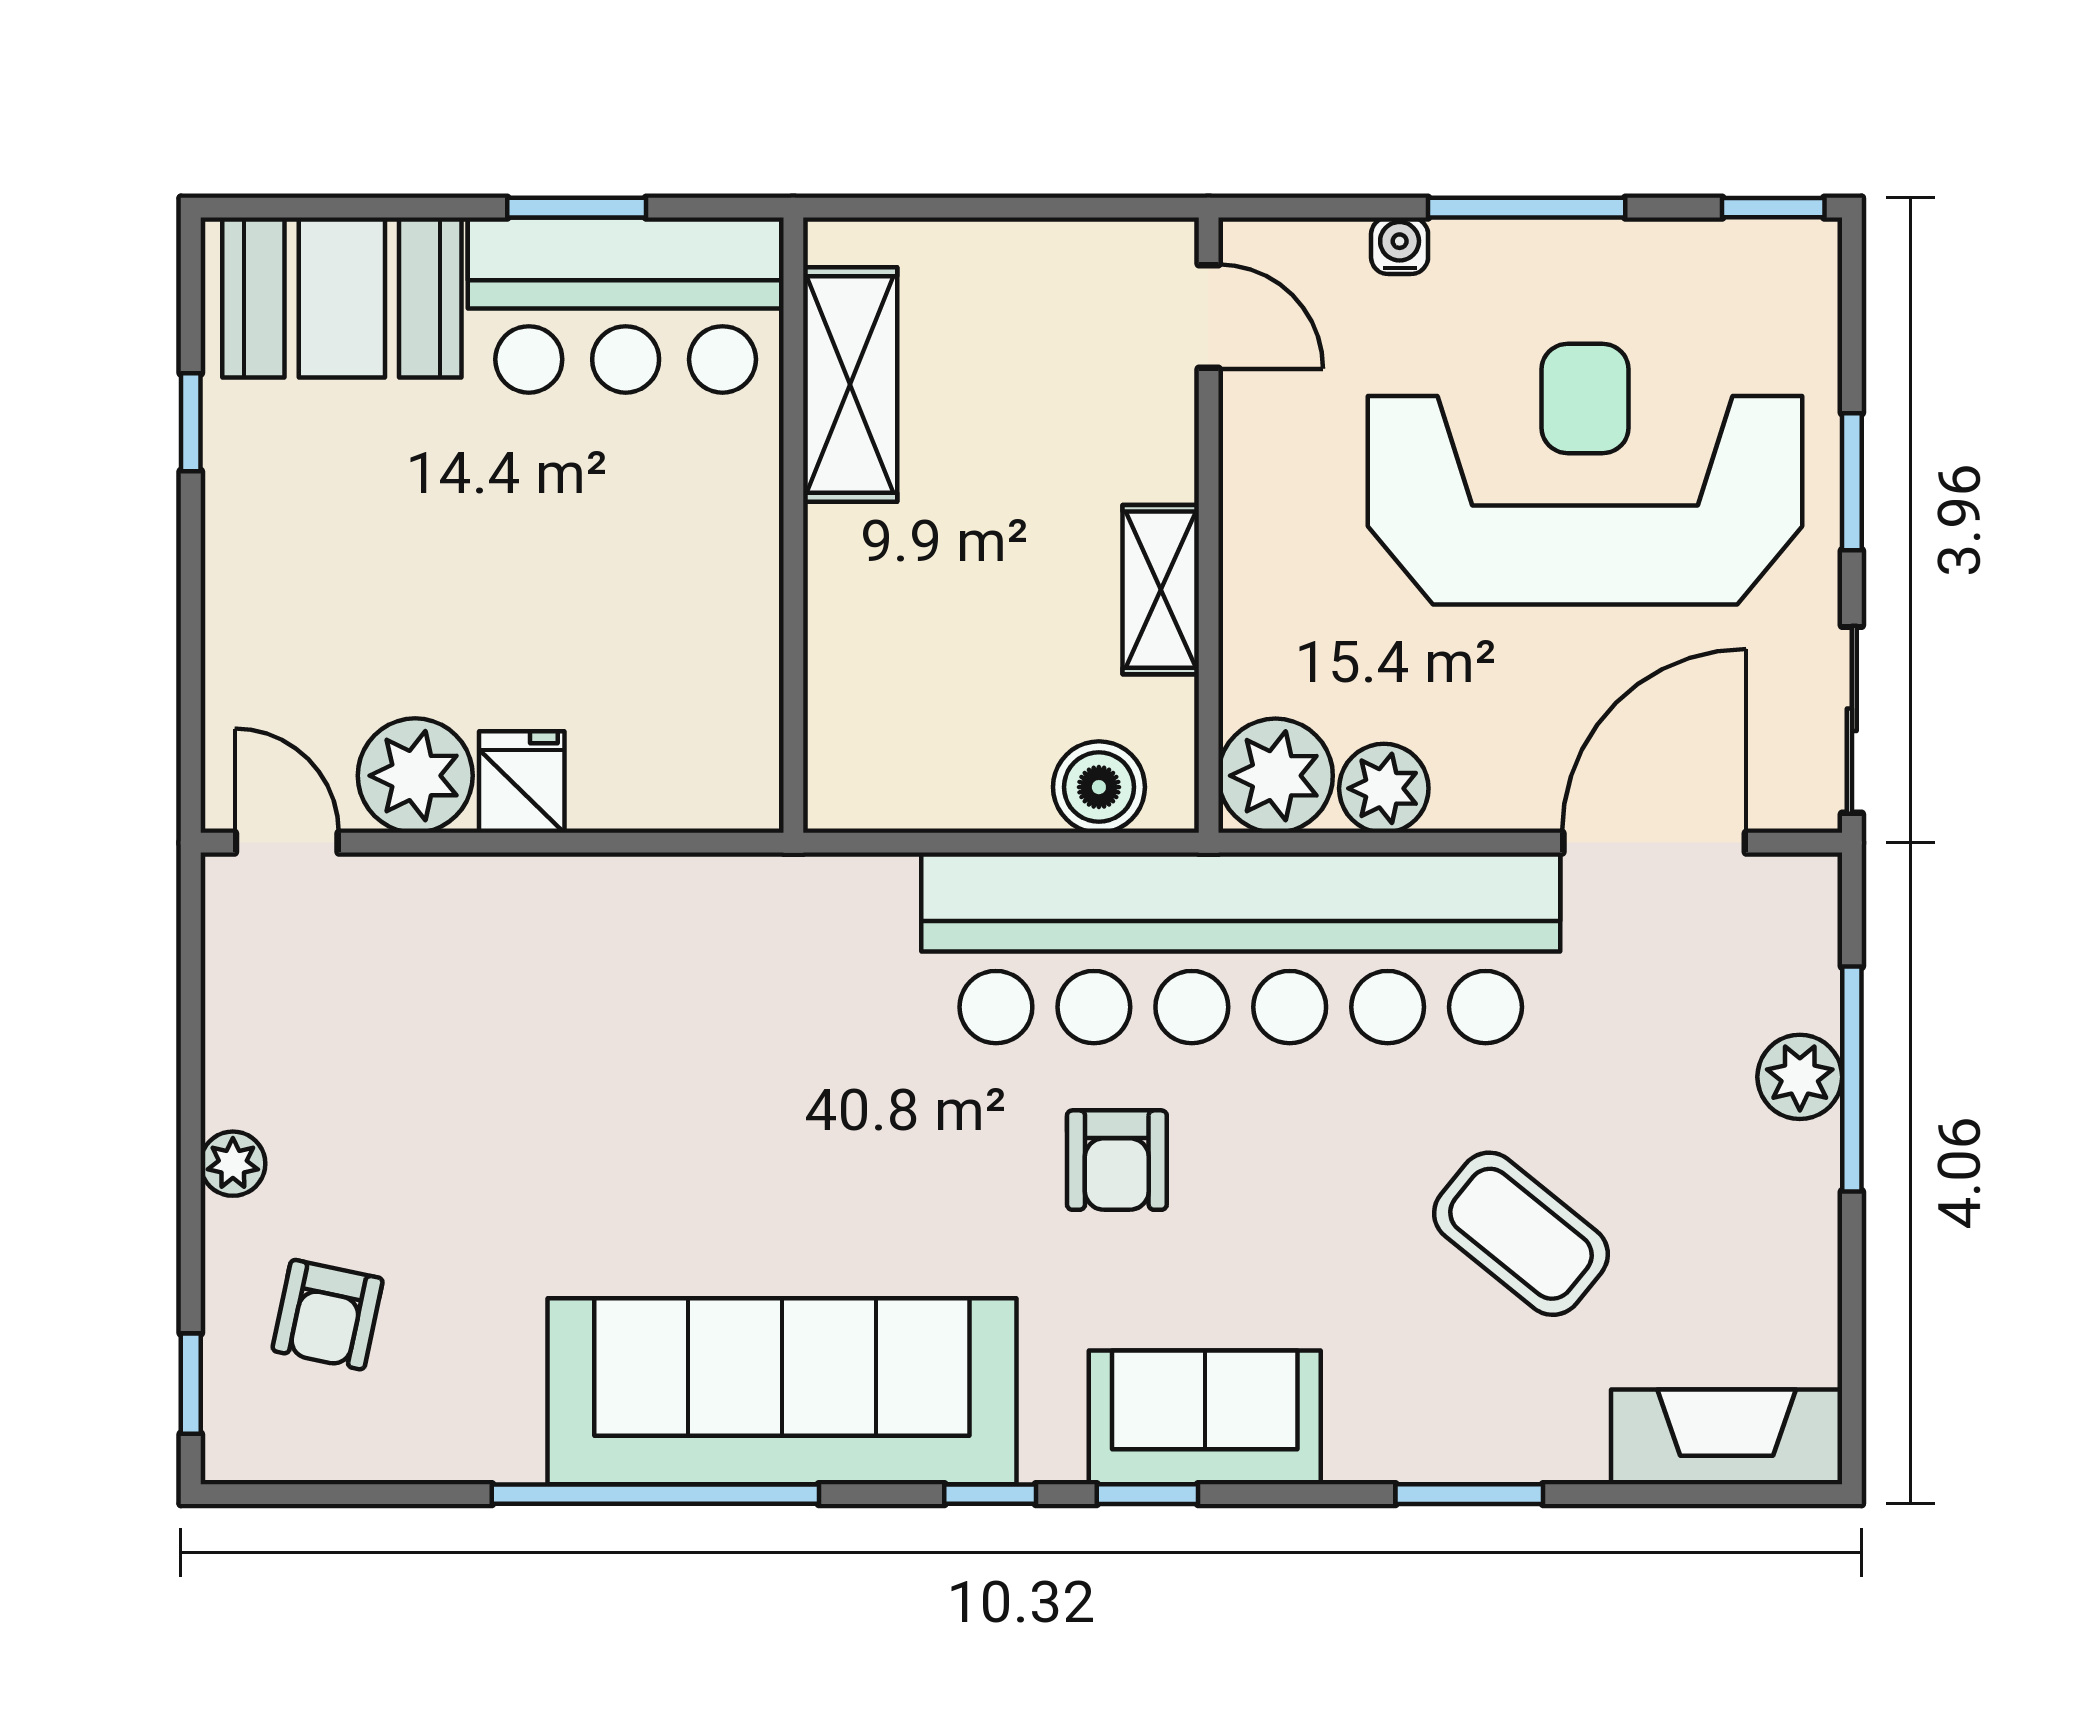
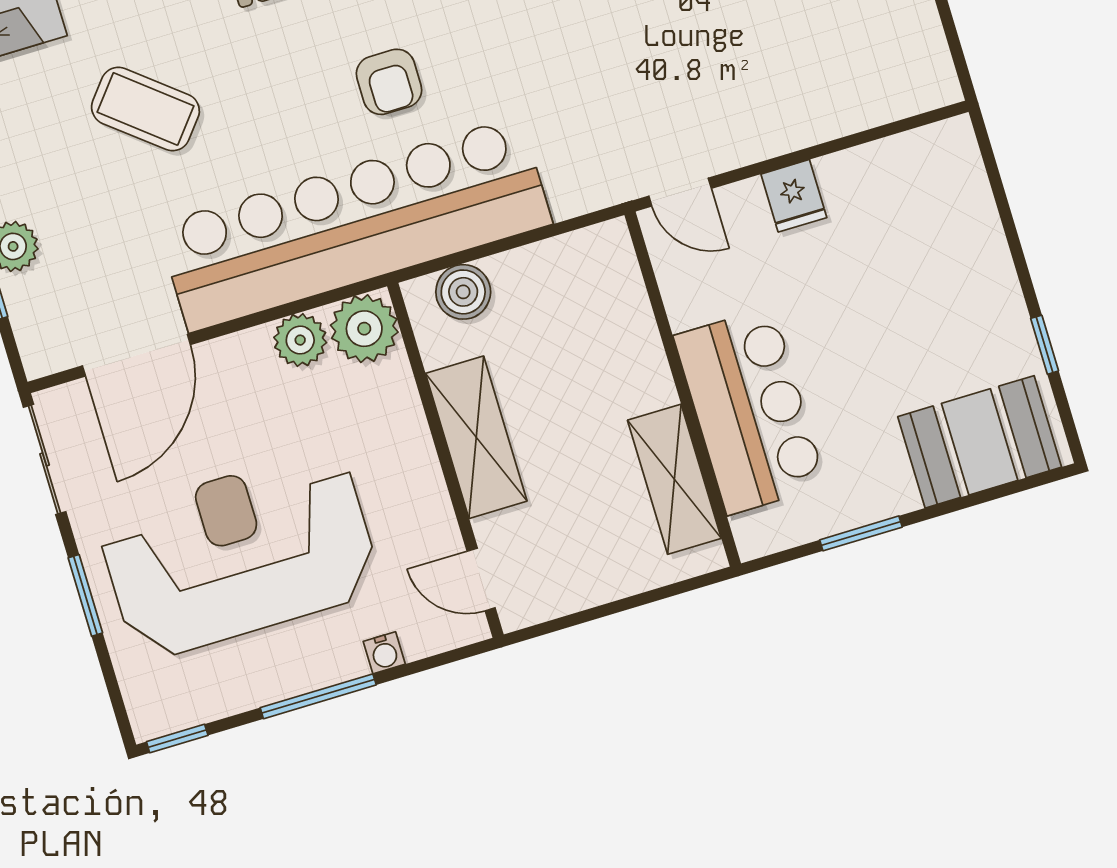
bar counter: (626, 305) -> (750, 411), moved, turned 90
reception desk: (1585, 474) -> (239, 554), turned 180
shelving: (1161, 590) -> (476, 437), width x1.50, depth x1.33
plant: (415, 776) -> (856, 181), removed
door: (287, 843) -> (680, 192), moved
armchair: (1117, 1160) -> (389, 82), turned 180

